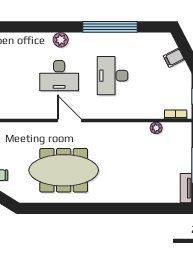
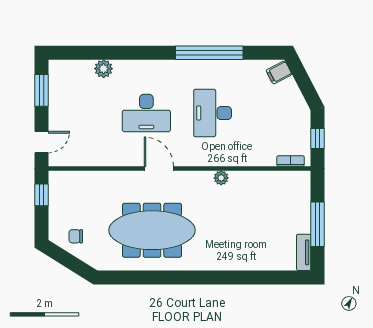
plant: (61, 40) -> (104, 69), moved
filing cabinet: (174, 58) -> (279, 72), moved
plant: (156, 128) -> (221, 178), moved

